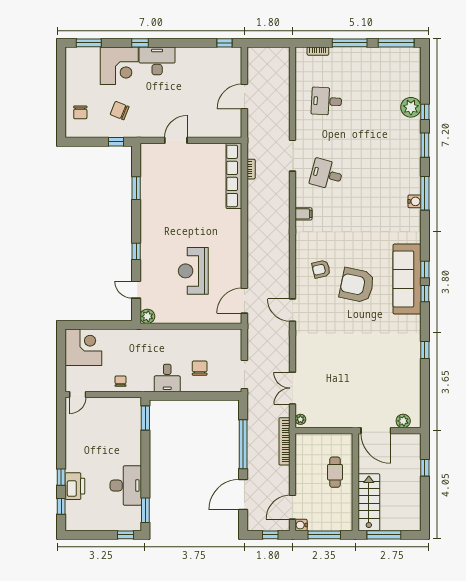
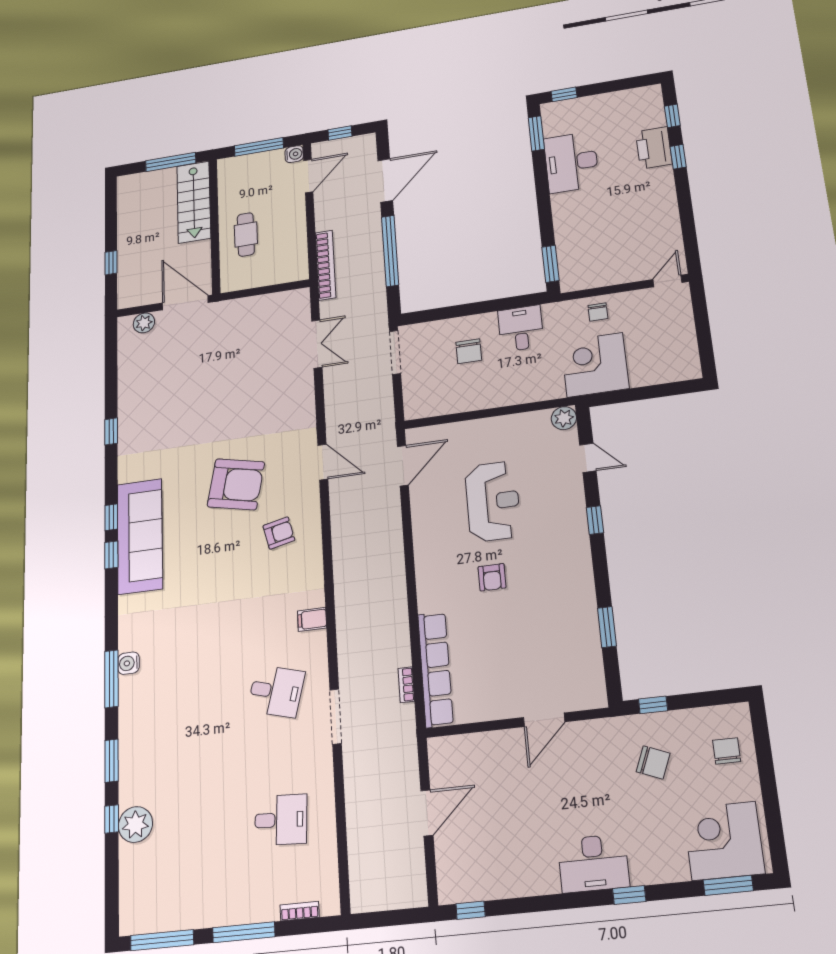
corner desk: (119, 66) -> (724, 841), moved
armchair: (198, 225) -> (492, 577), added
armchair: (357, 285) -> (236, 484), moved
corner desk: (83, 347) -> (595, 365), moved, turned 90
plant: (300, 419) -> (302, 301), removed

